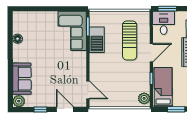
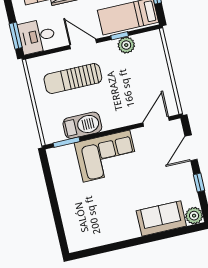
corner sofa: (72, 31) -> (107, 156), moved
floor lamp: (18, 39) -> (106, 237), removed
sun lounger: (130, 40) -> (73, 79), turned 180
plant: (144, 98) -> (126, 45), moved

